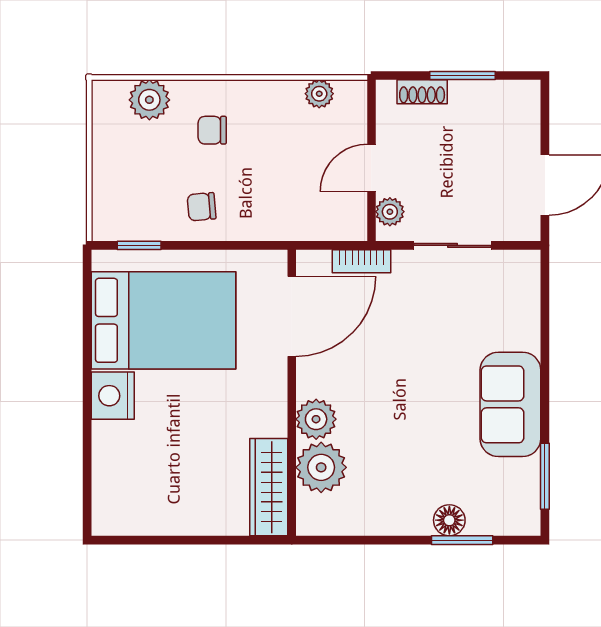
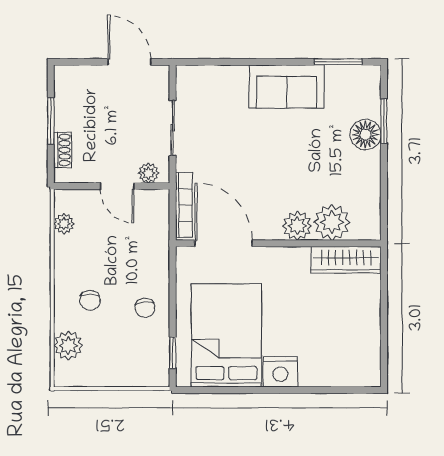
bookcase: (361, 261) -> (184, 205), width x1.56
floor lamp: (449, 520) -> (366, 135), width x1.38, depth x1.38

